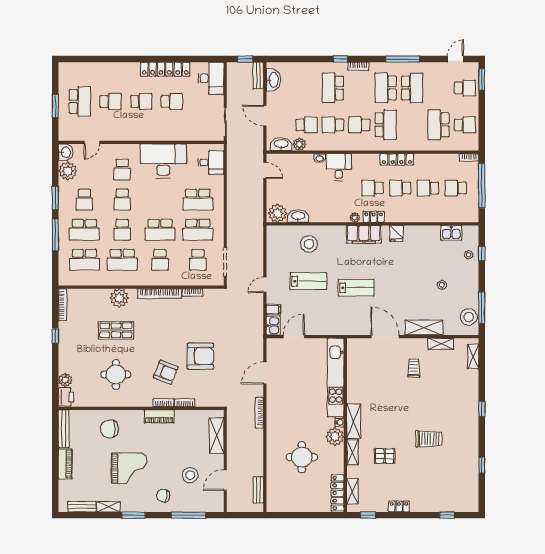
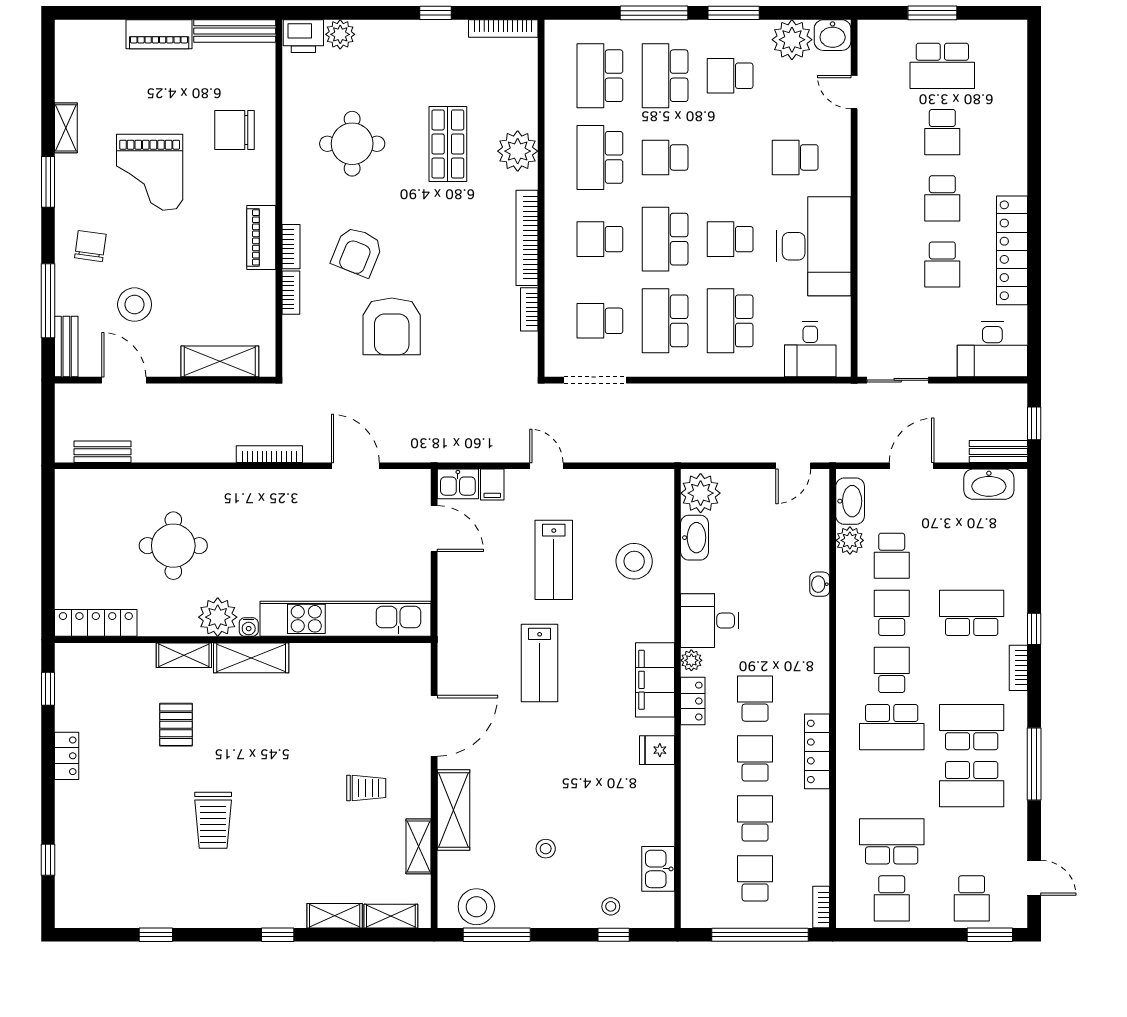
desk: (339, 167) -> (710, 621), moved, turned 180
school desk: (122, 200) -> (730, 239), moved
chair: (110, 429) -> (235, 130), turned -90
shelving: (352, 491) -> (335, 916), moved
bench: (82, 507) -> (66, 347), moved

